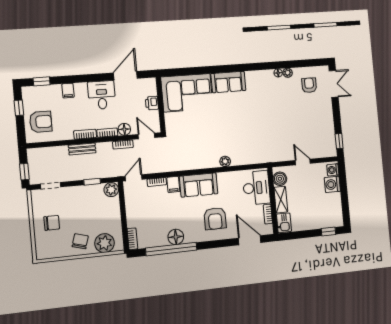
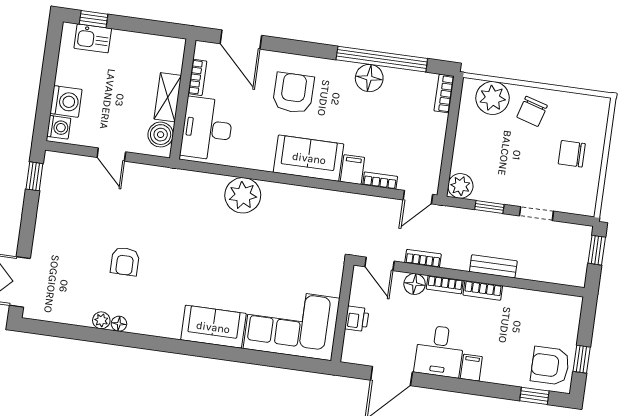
armchair: (309, 85) -> (125, 261), moved
filing cabinet: (68, 91) -> (471, 368), moved
armchair: (41, 122) -> (550, 366), moved
plant: (225, 161) -> (243, 195), width x1.88, depth x1.88
doorway: (51, 186) -> (536, 214), moved
kitchen sink: (284, 223) -> (93, 38), moved, turned -90

